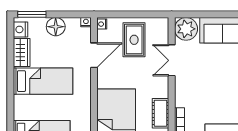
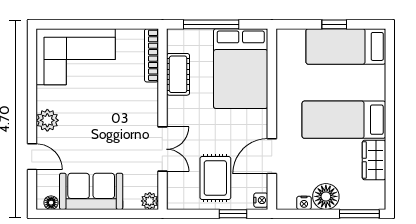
window: (122, 14) -> (233, 214), added
nightstand: (86, 22) -> (304, 203), moved
nightstand: (21, 29) -> (376, 193), removed
plant: (186, 29) -> (150, 201), width x0.53, depth x0.53

